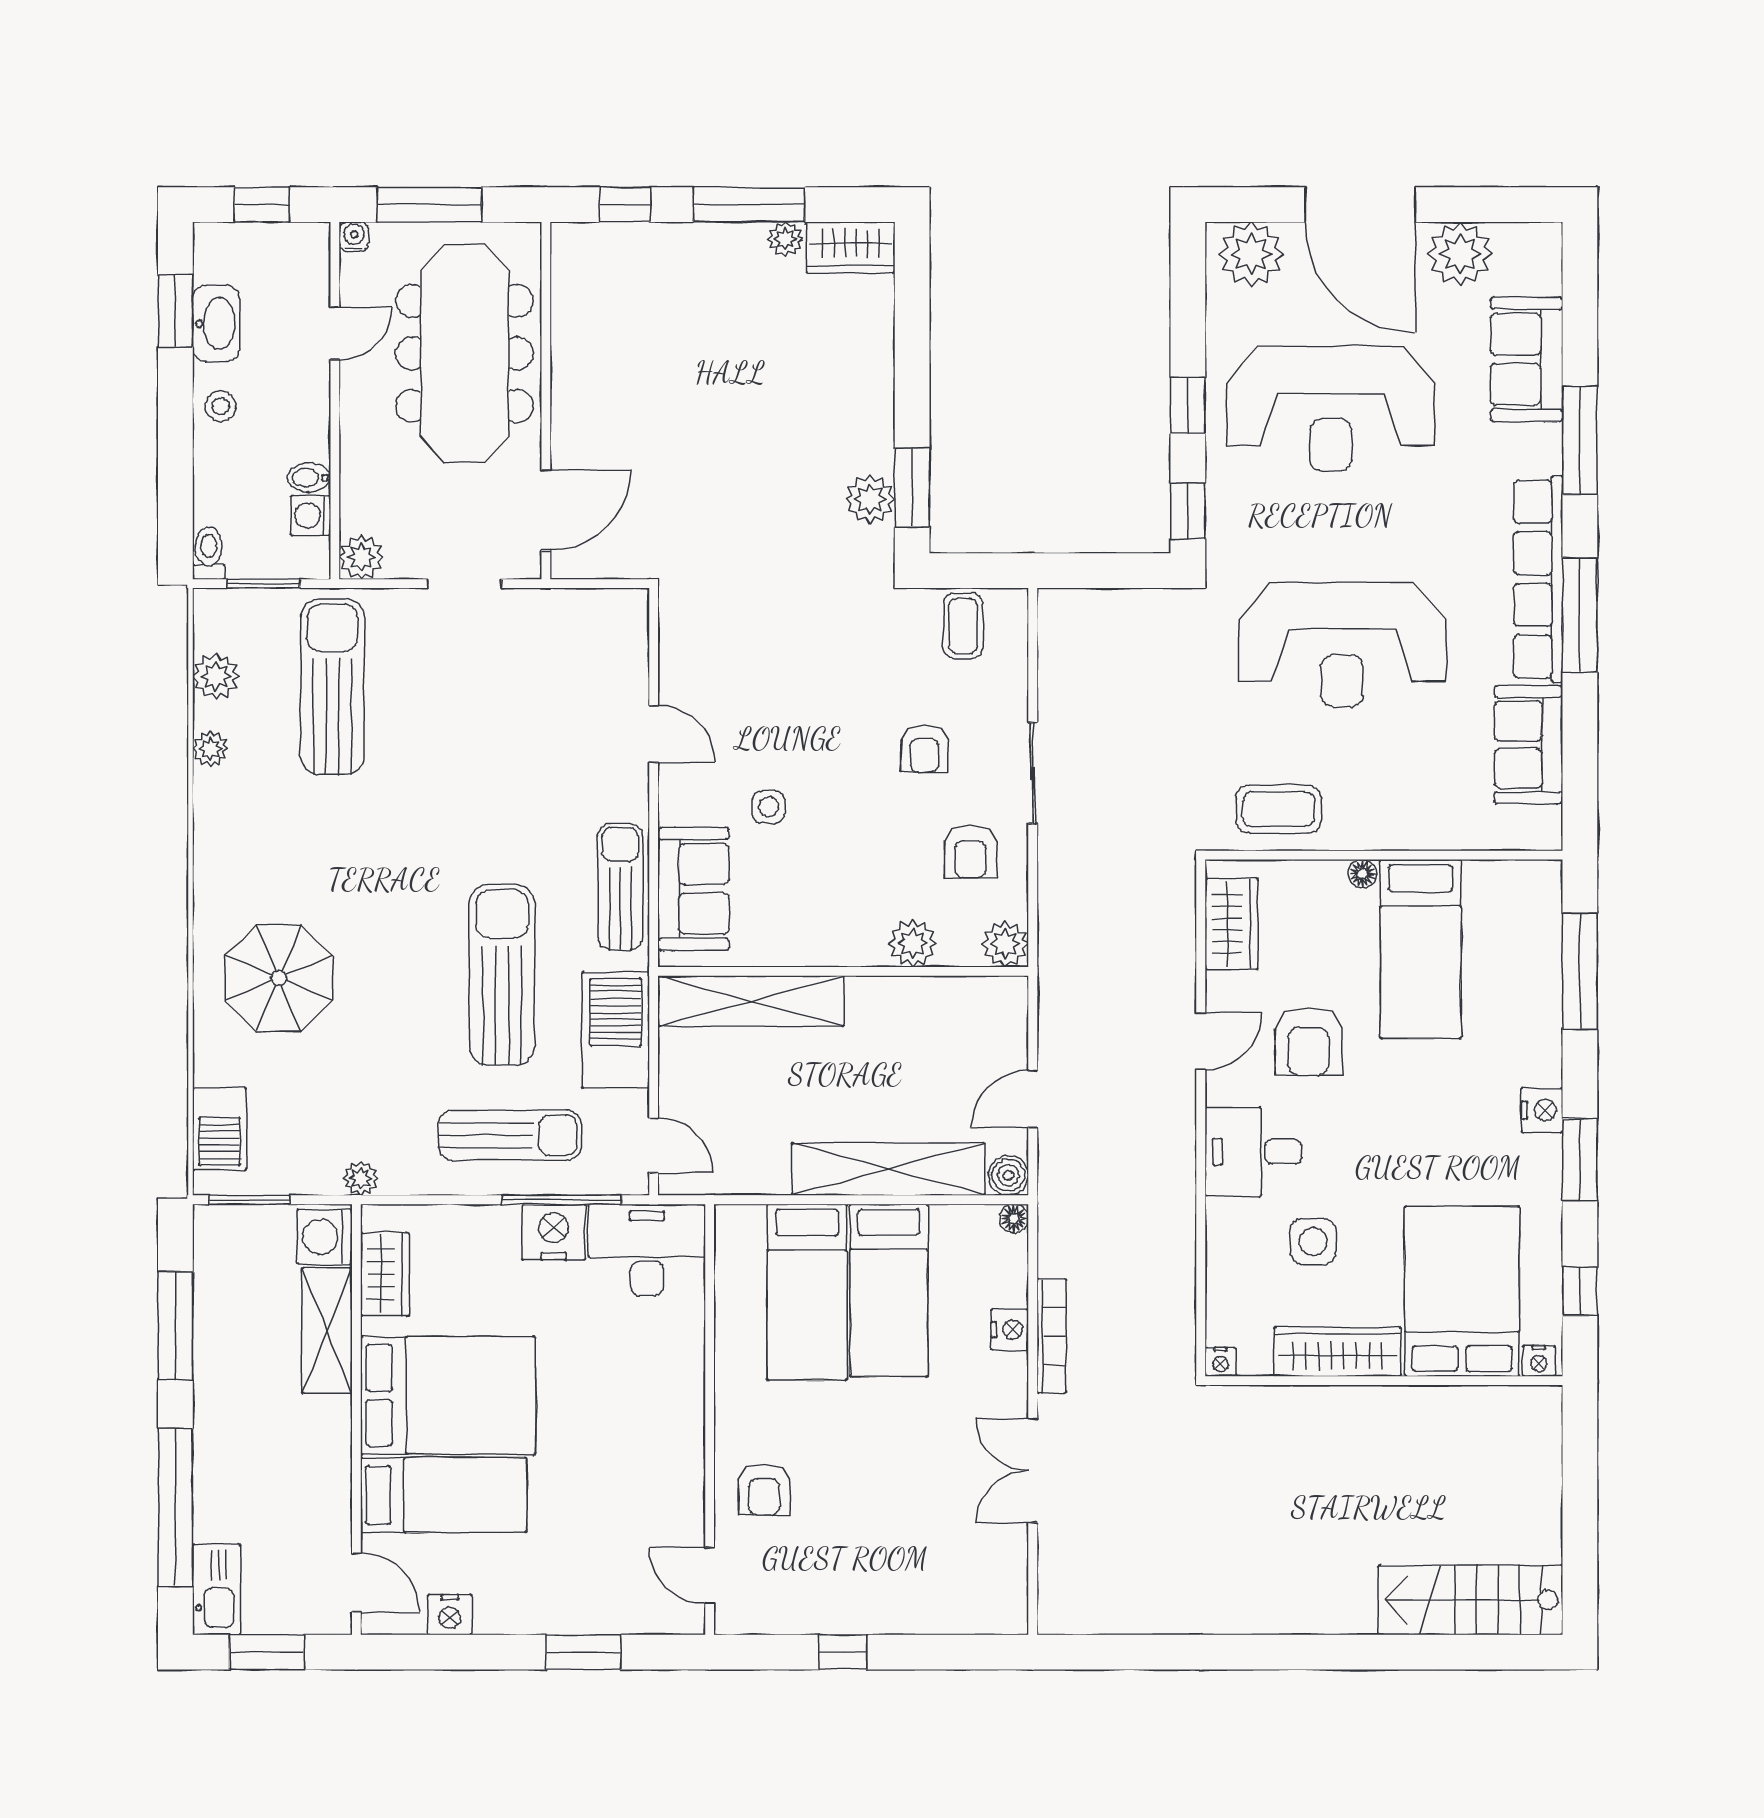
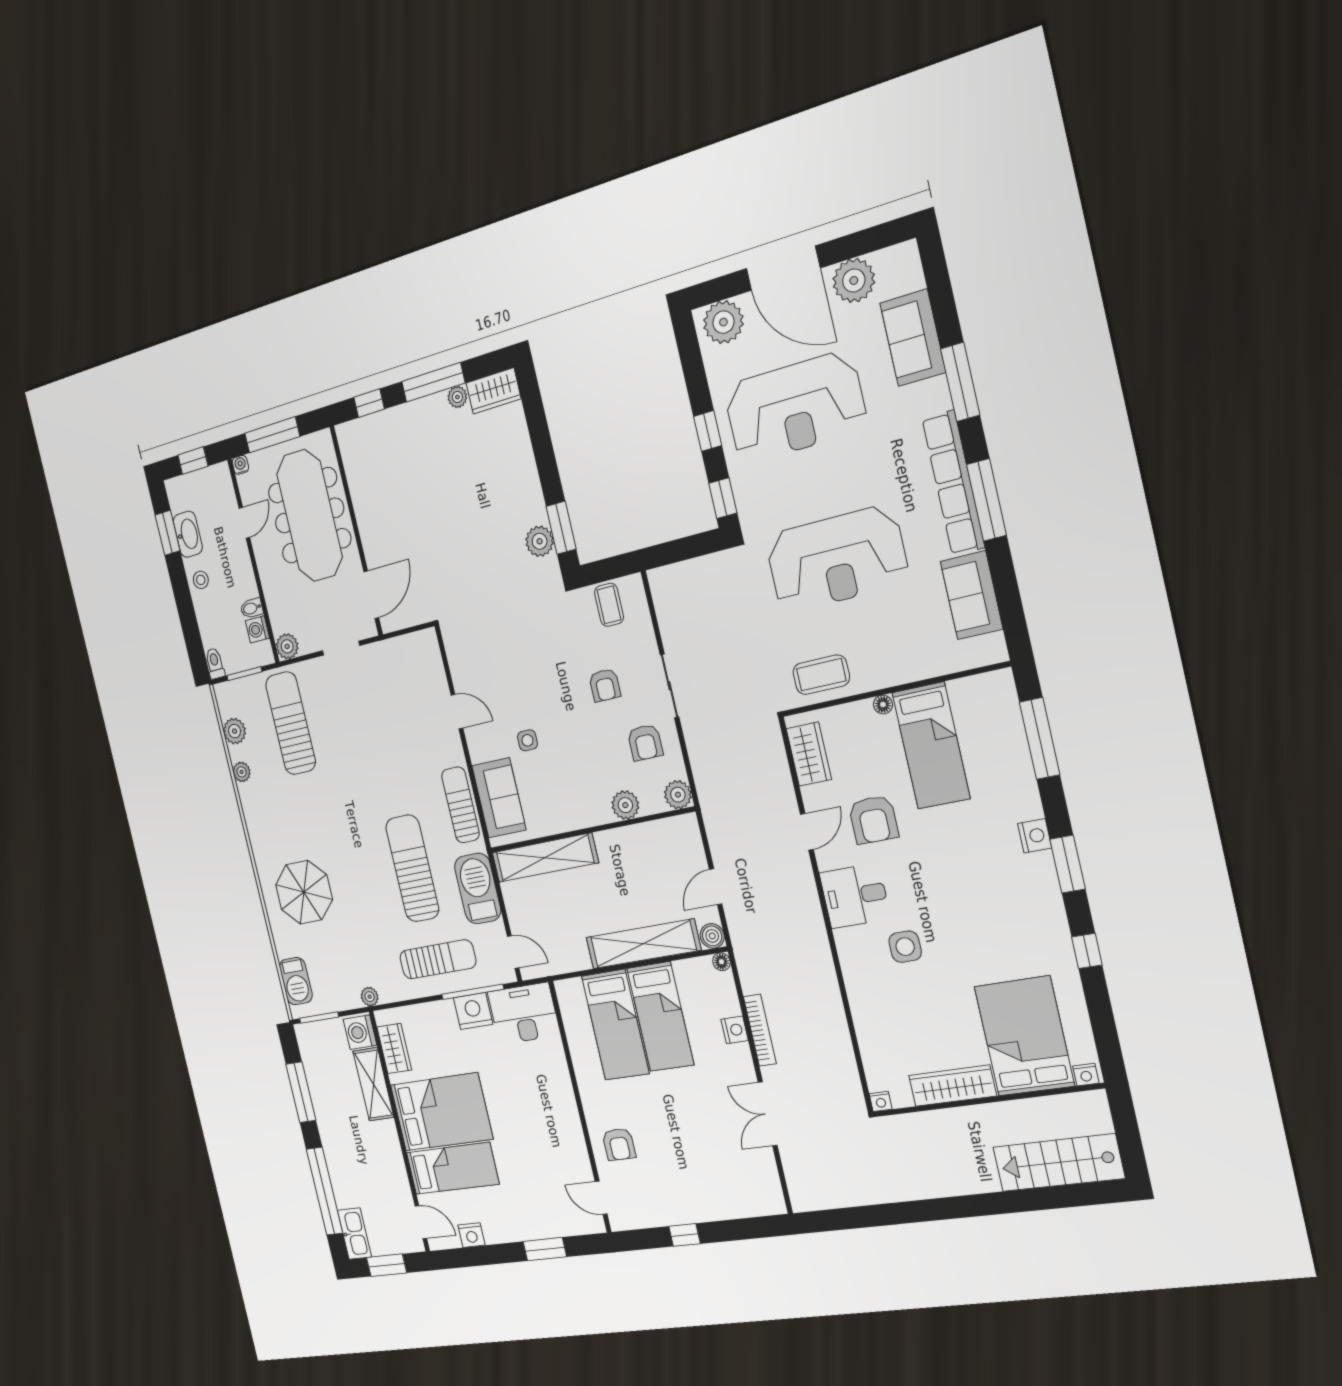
bed: (1462, 1291) -> (1024, 1036), moved
wardrobe: (1338, 1352) -> (952, 1086), moved
nightstand: (1539, 1361) -> (1086, 1075), moved
nightstand: (1220, 1362) -> (881, 1101), moved
wall: (1384, 1381) -> (986, 1100), moved

